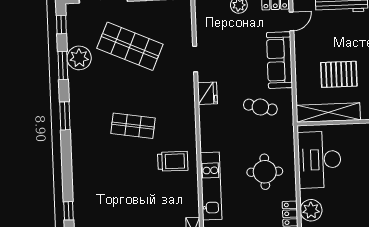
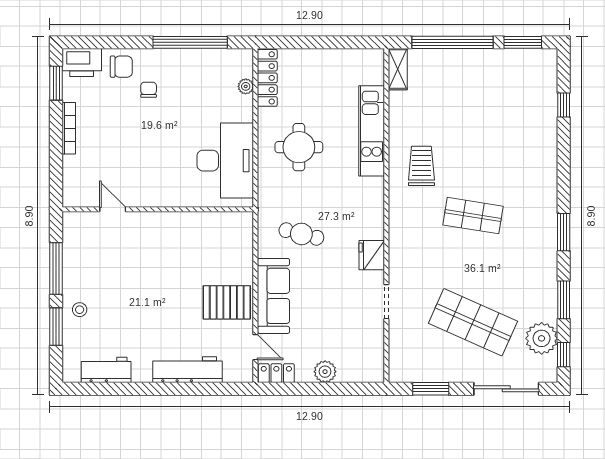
door: (291, 21) -> (255, 347), swing flipped
plant: (79, 58) -> (542, 338), moved
pallet: (339, 74) -> (227, 302), moved
shelving: (328, 113) -> (211, 223), removed
trolley: (173, 161) -> (421, 166), turned 90
plant: (311, 210) -> (246, 86), width x0.53, depth x0.53

